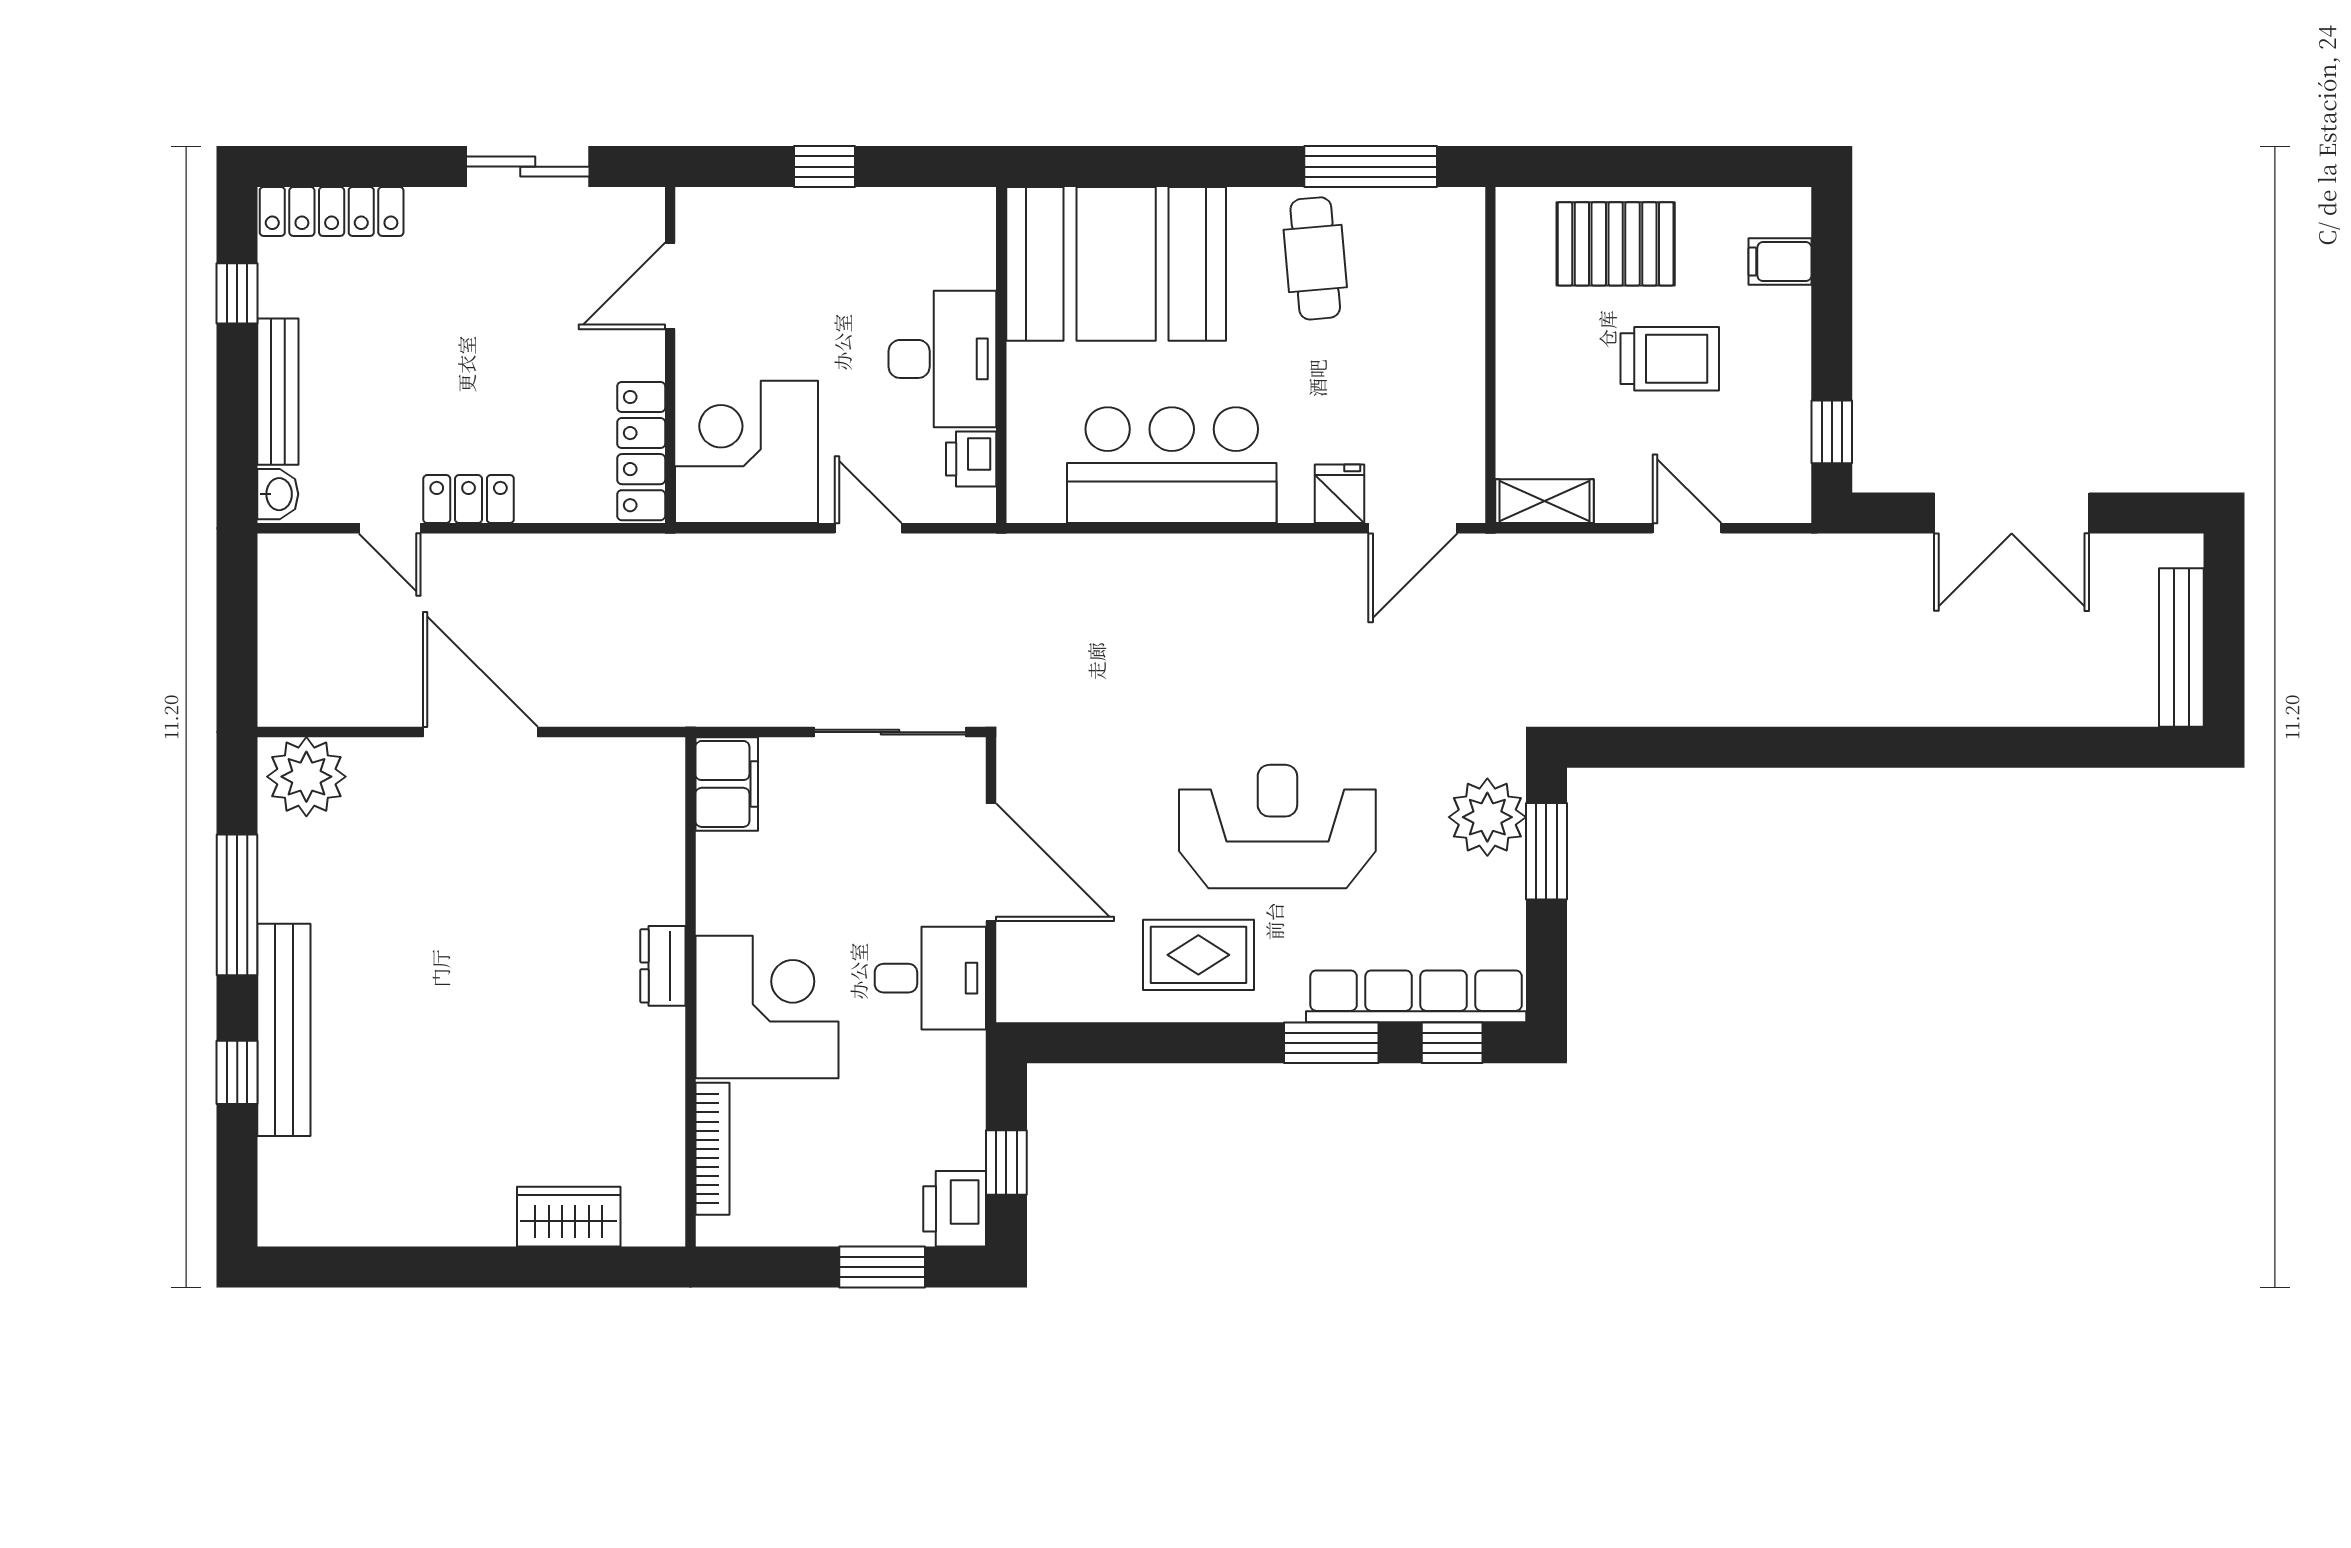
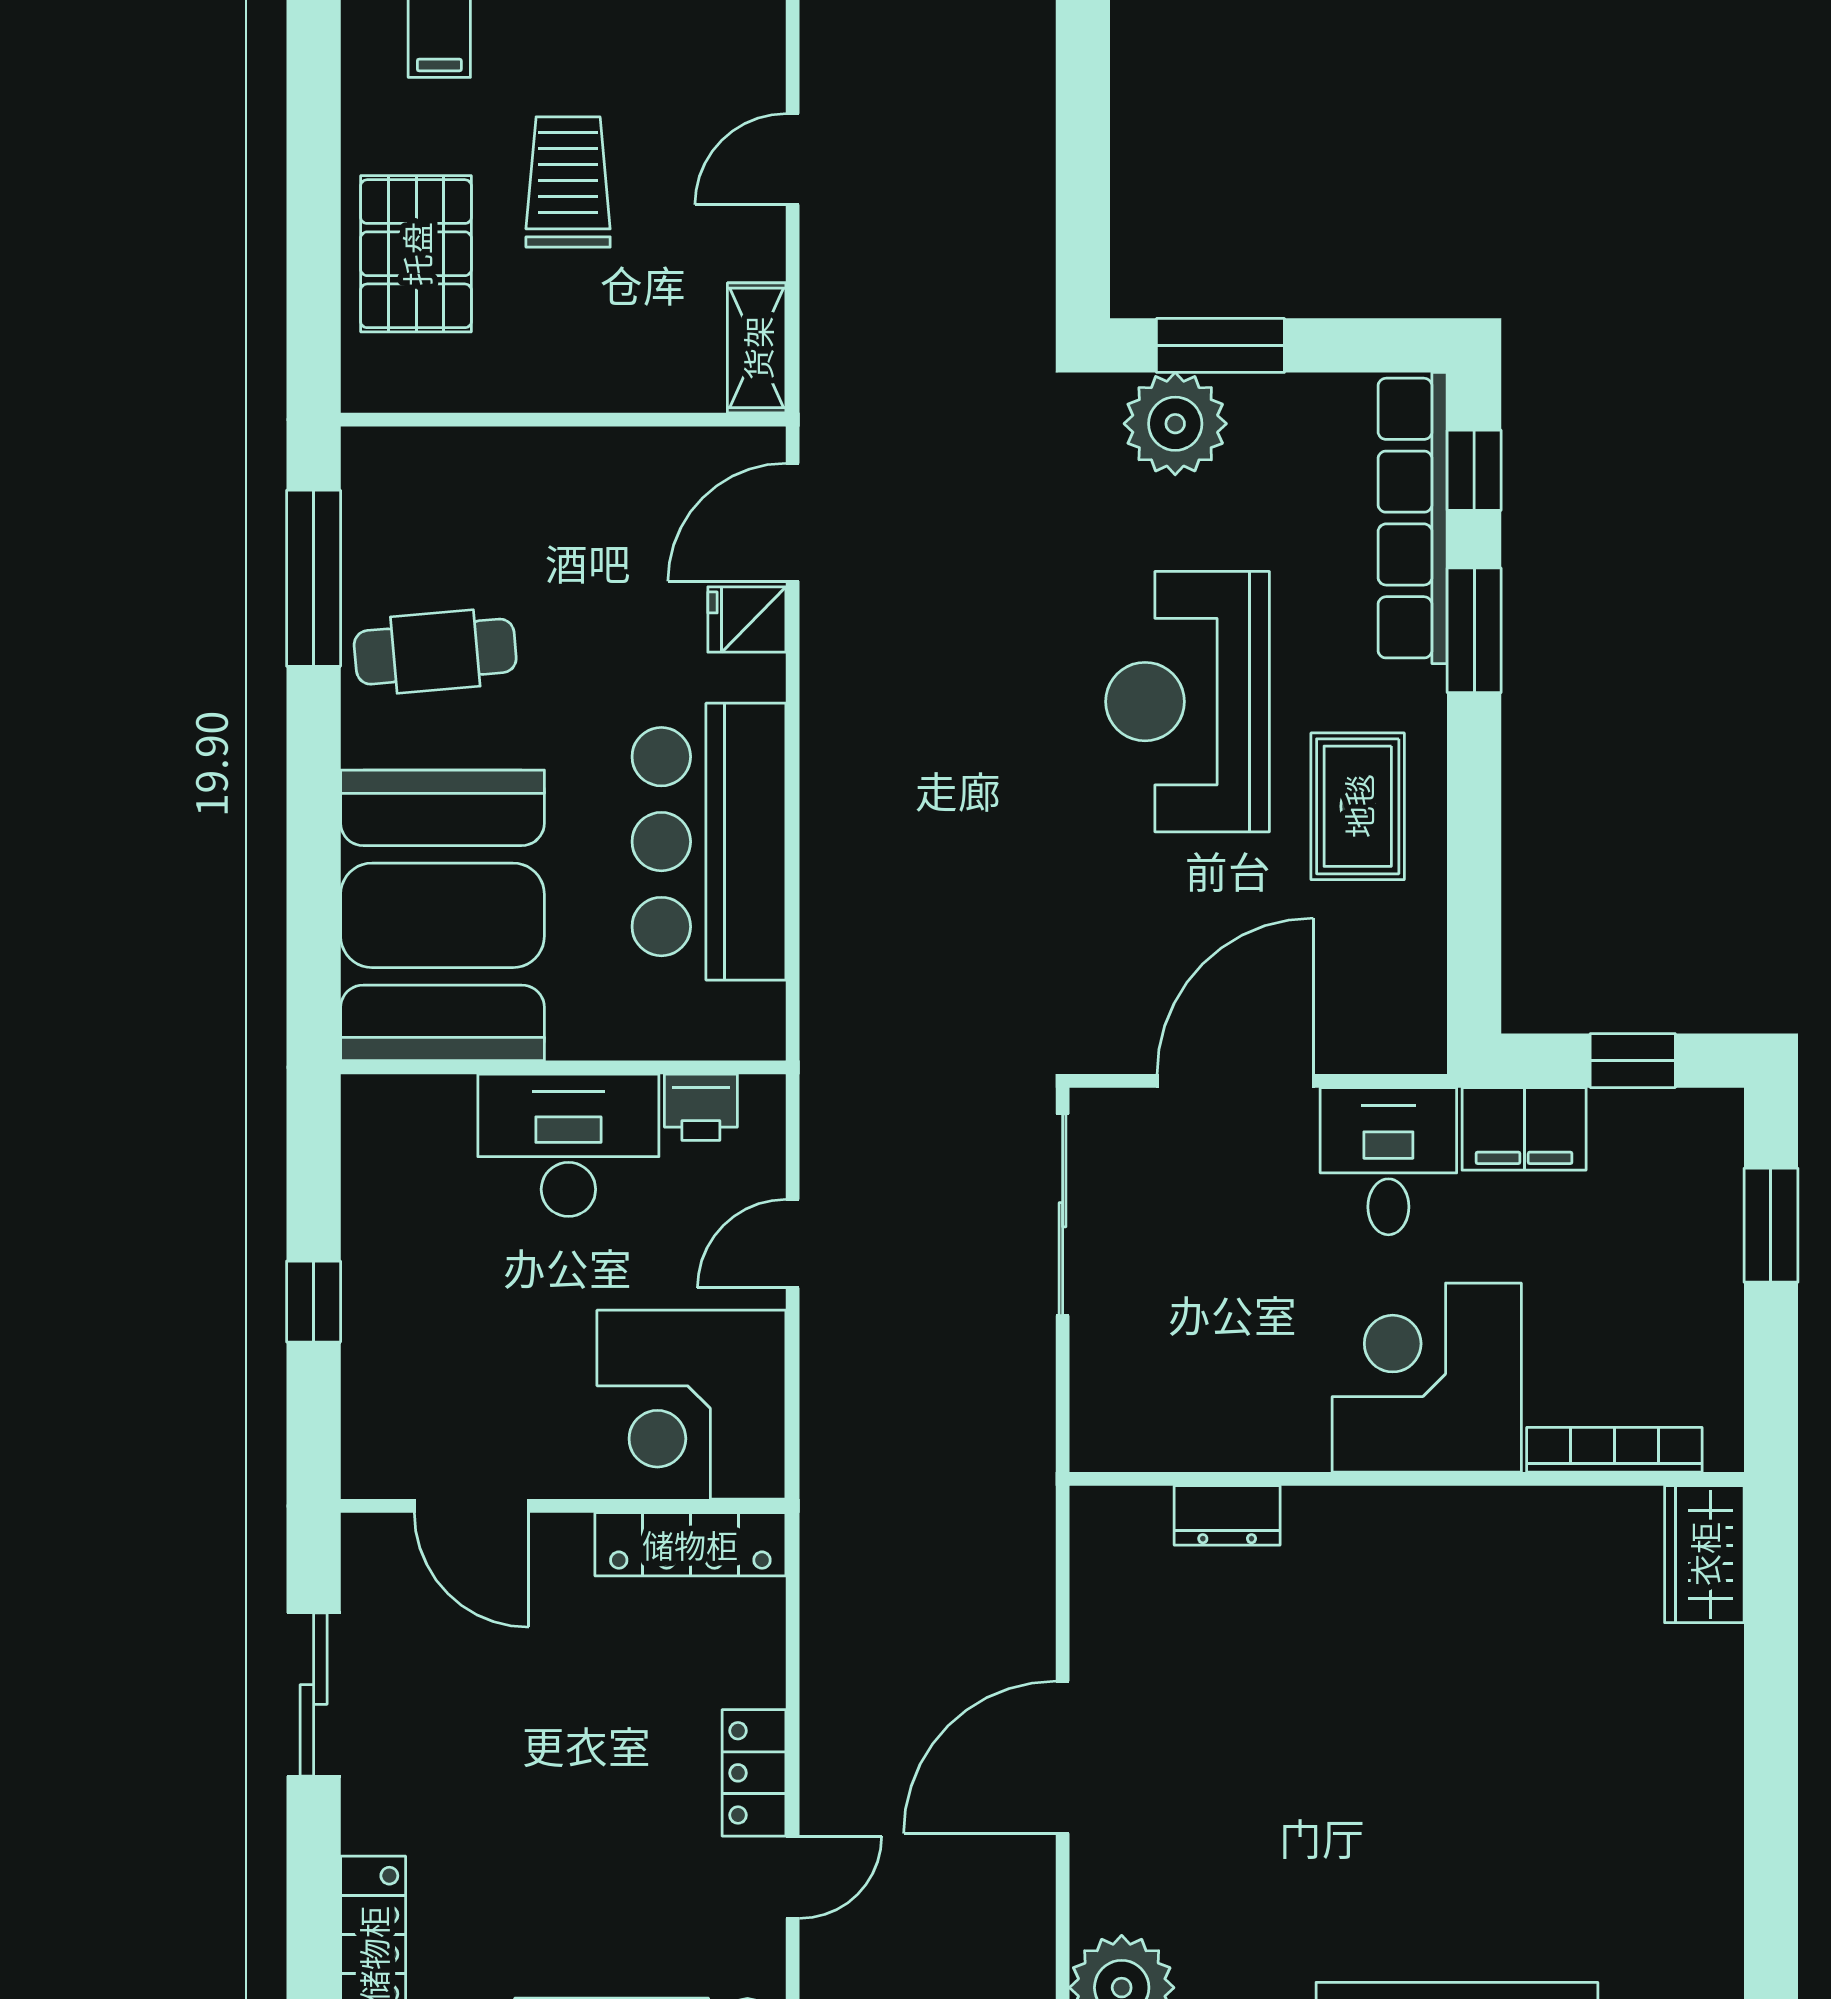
door: (1413, 528) -> (793, 522), swing flipped
filing cabinet: (727, 784) -> (1524, 1129), moved, turned 180
dresser: (663, 966) -> (1227, 1515), moved
printer: (955, 1209) -> (1694, 1129), removed
wardrobe: (569, 1217) -> (1704, 1554), moved

